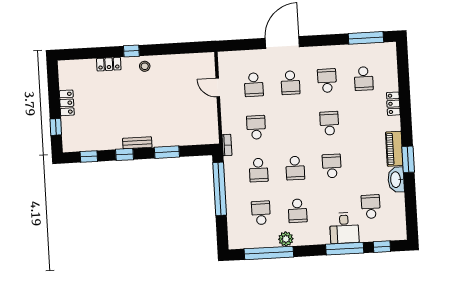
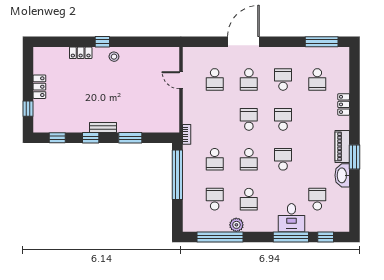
school desk: (256, 127) -> (249, 119), moved

